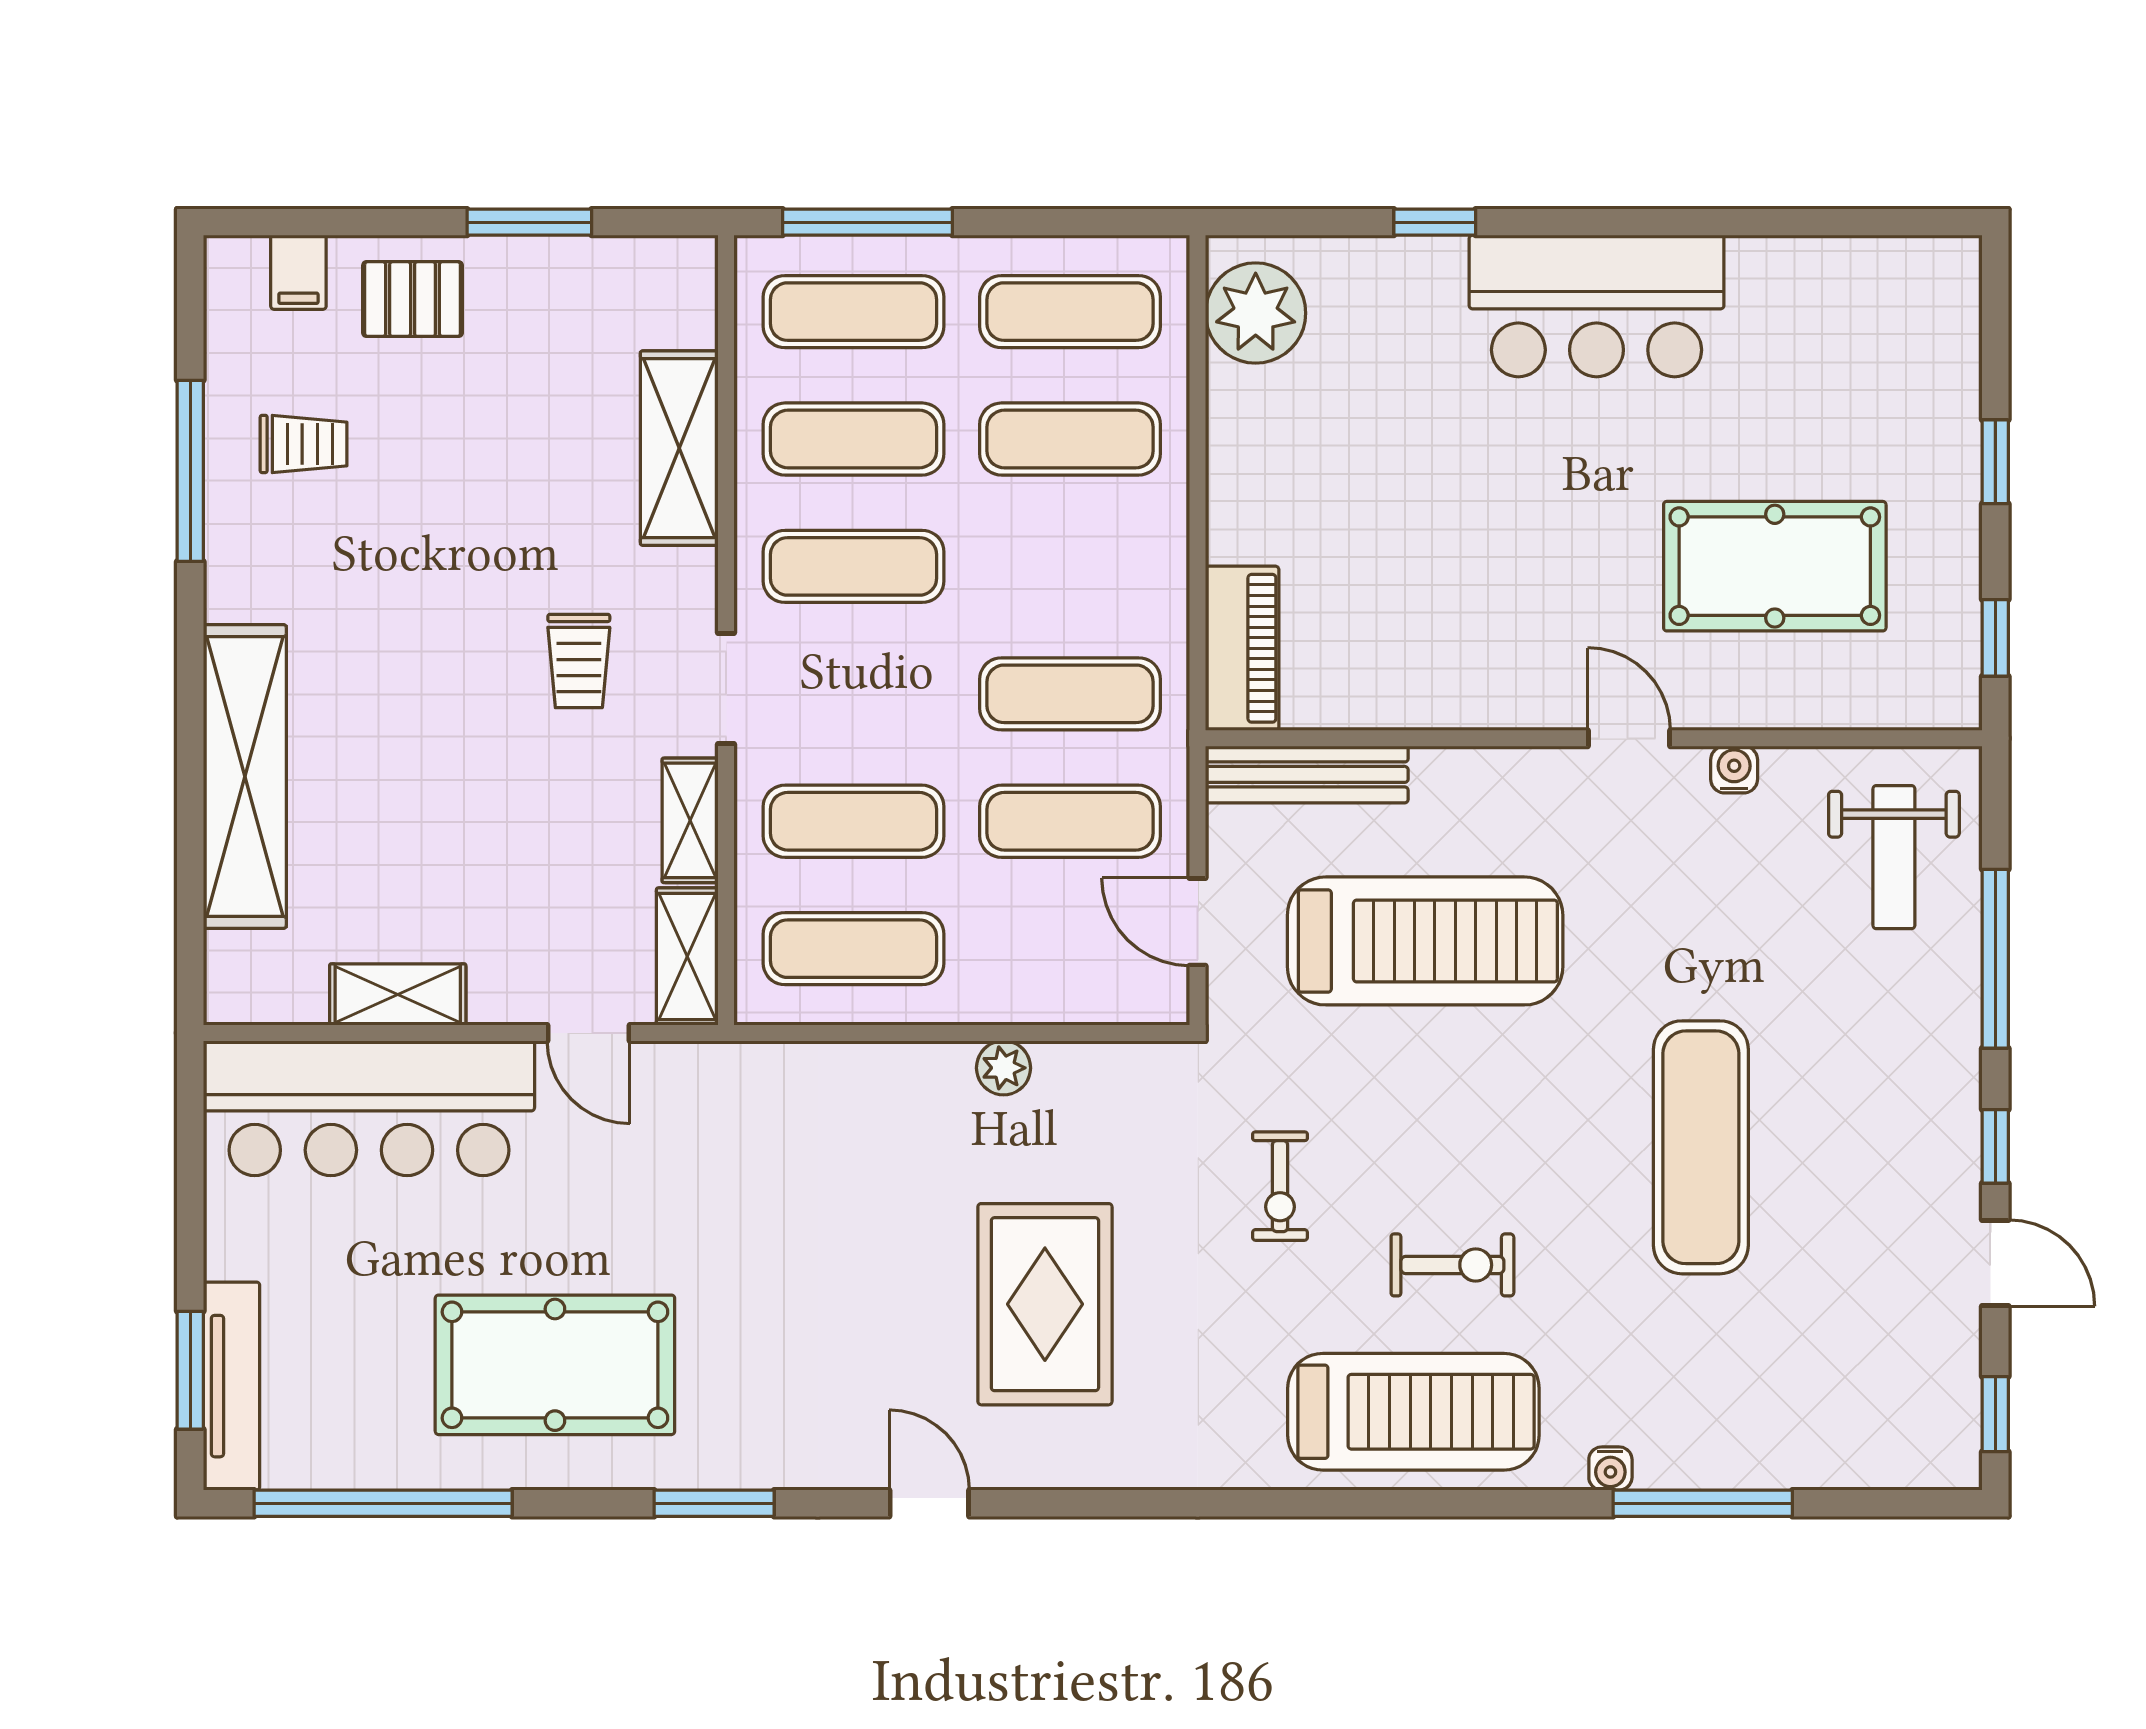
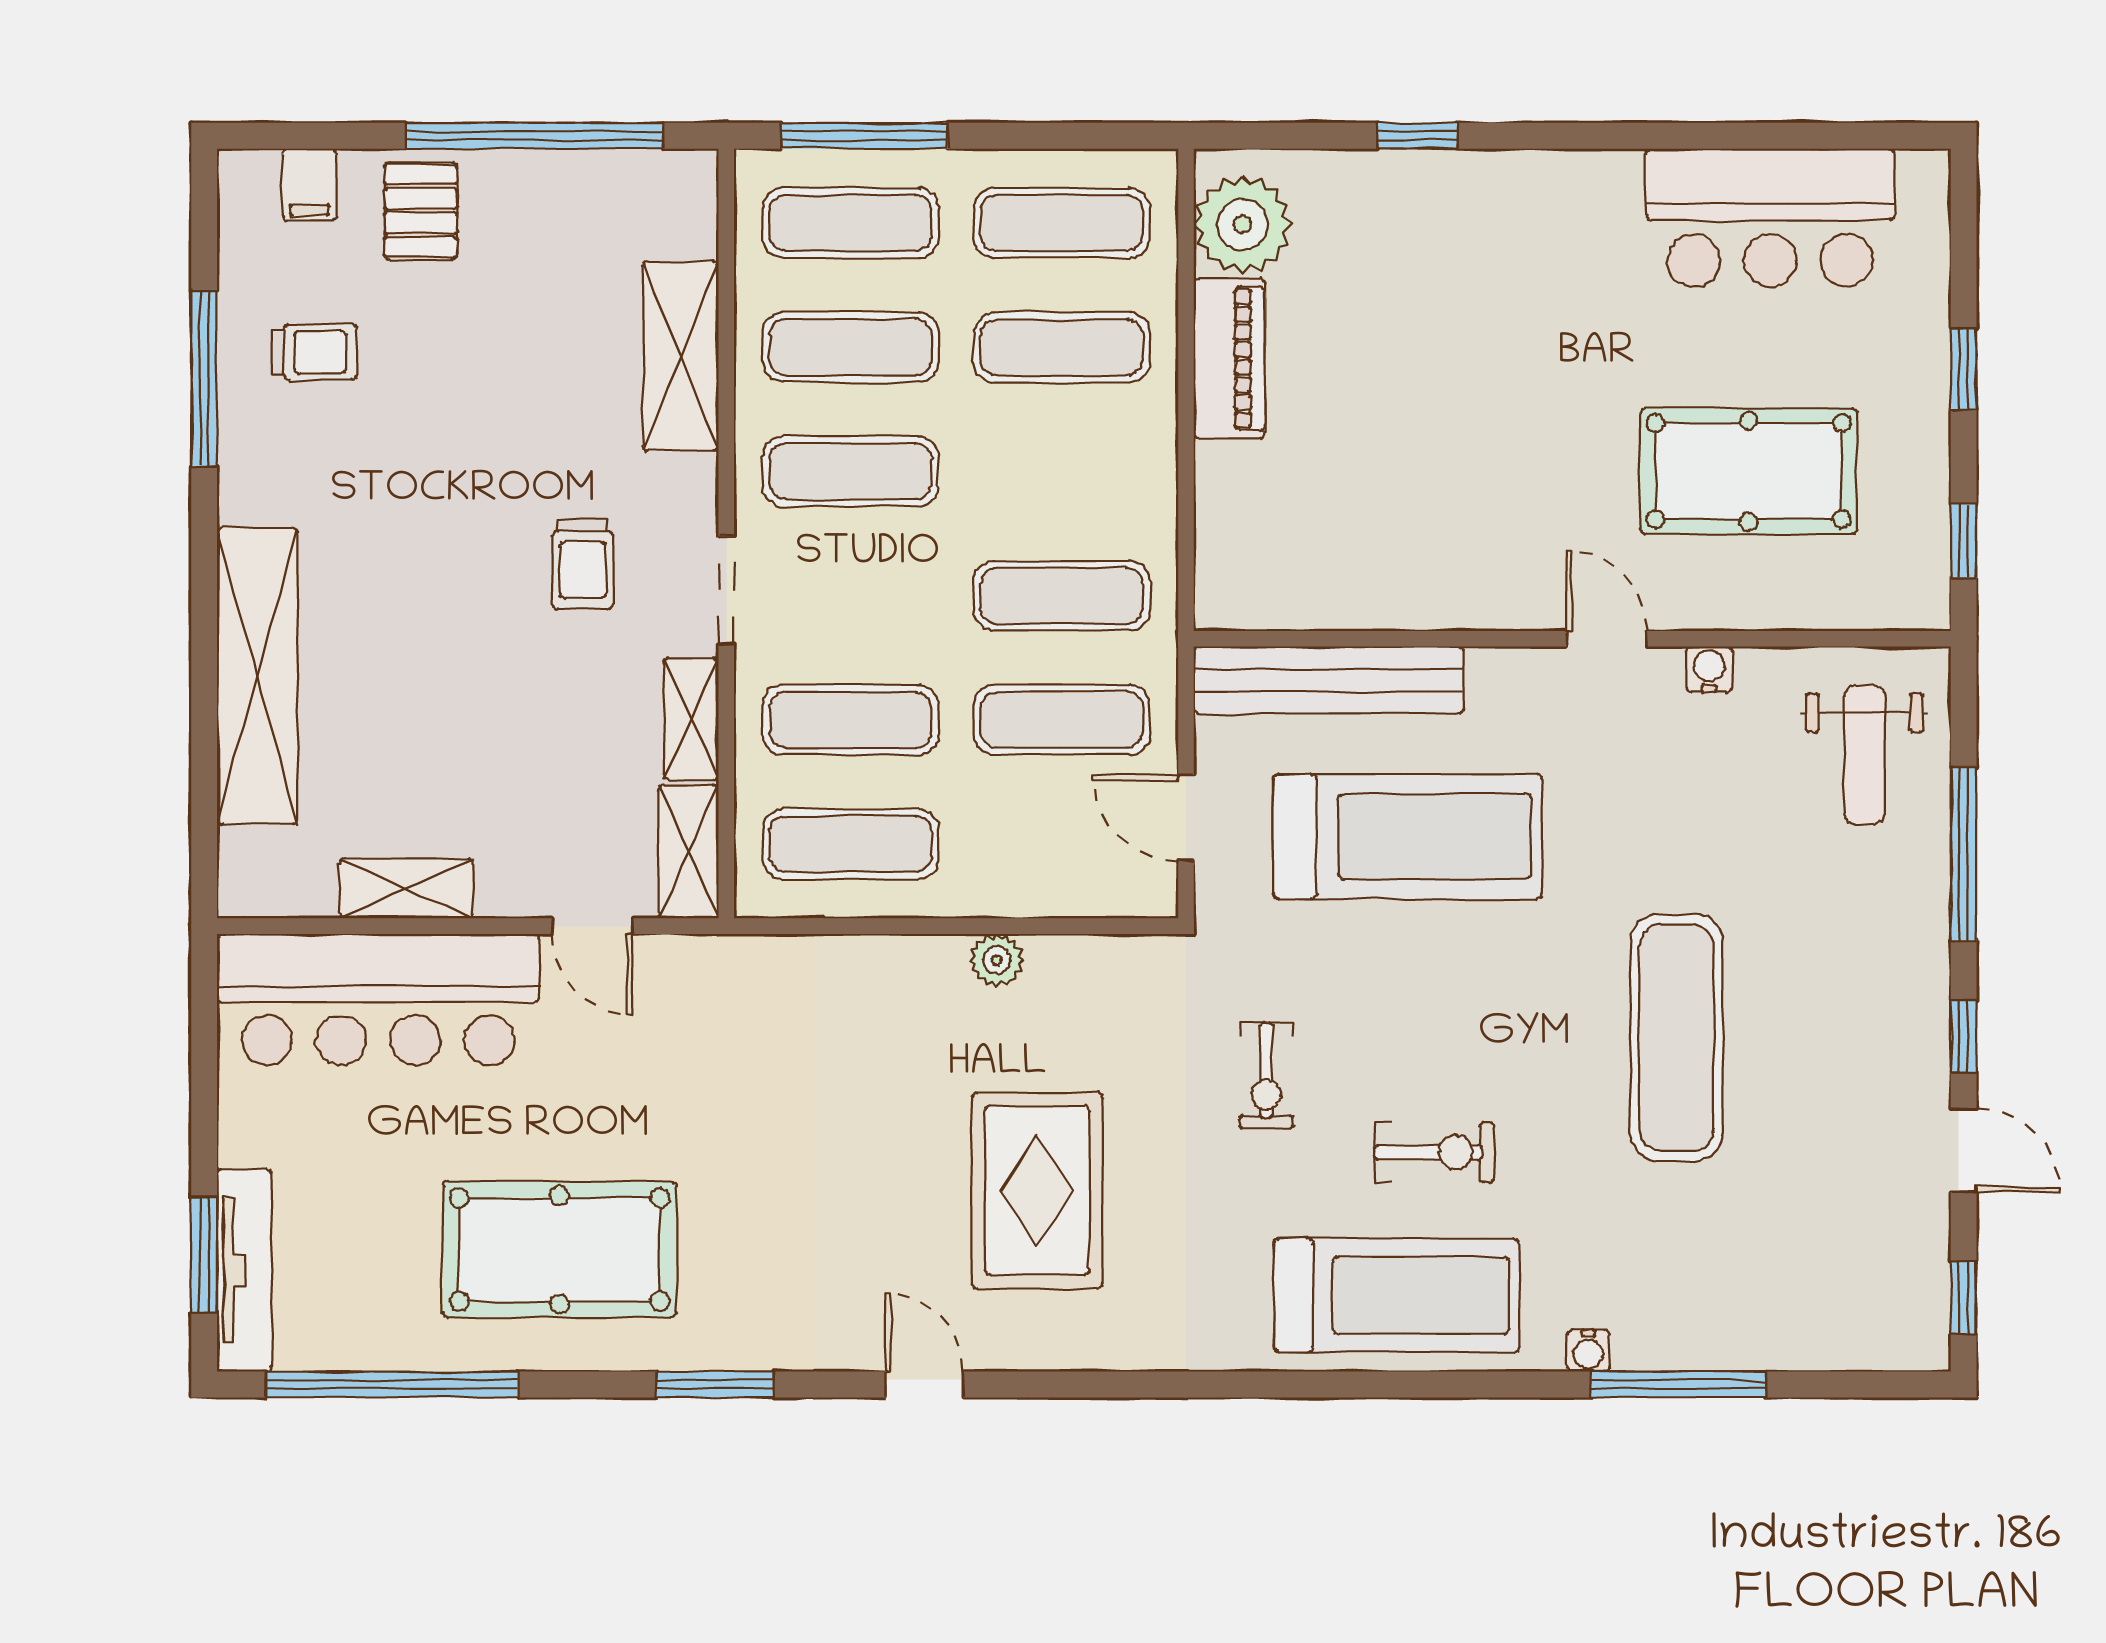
window: (529, 222) -> (535, 136), width x2.11
pallet: (413, 299) -> (421, 211), turned 90
bar counter: (1597, 306) -> (1770, 218), moved
piano: (1242, 648) -> (1229, 358), moved
bench: (1307, 774) -> (1329, 680), width x1.37, depth x1.21

